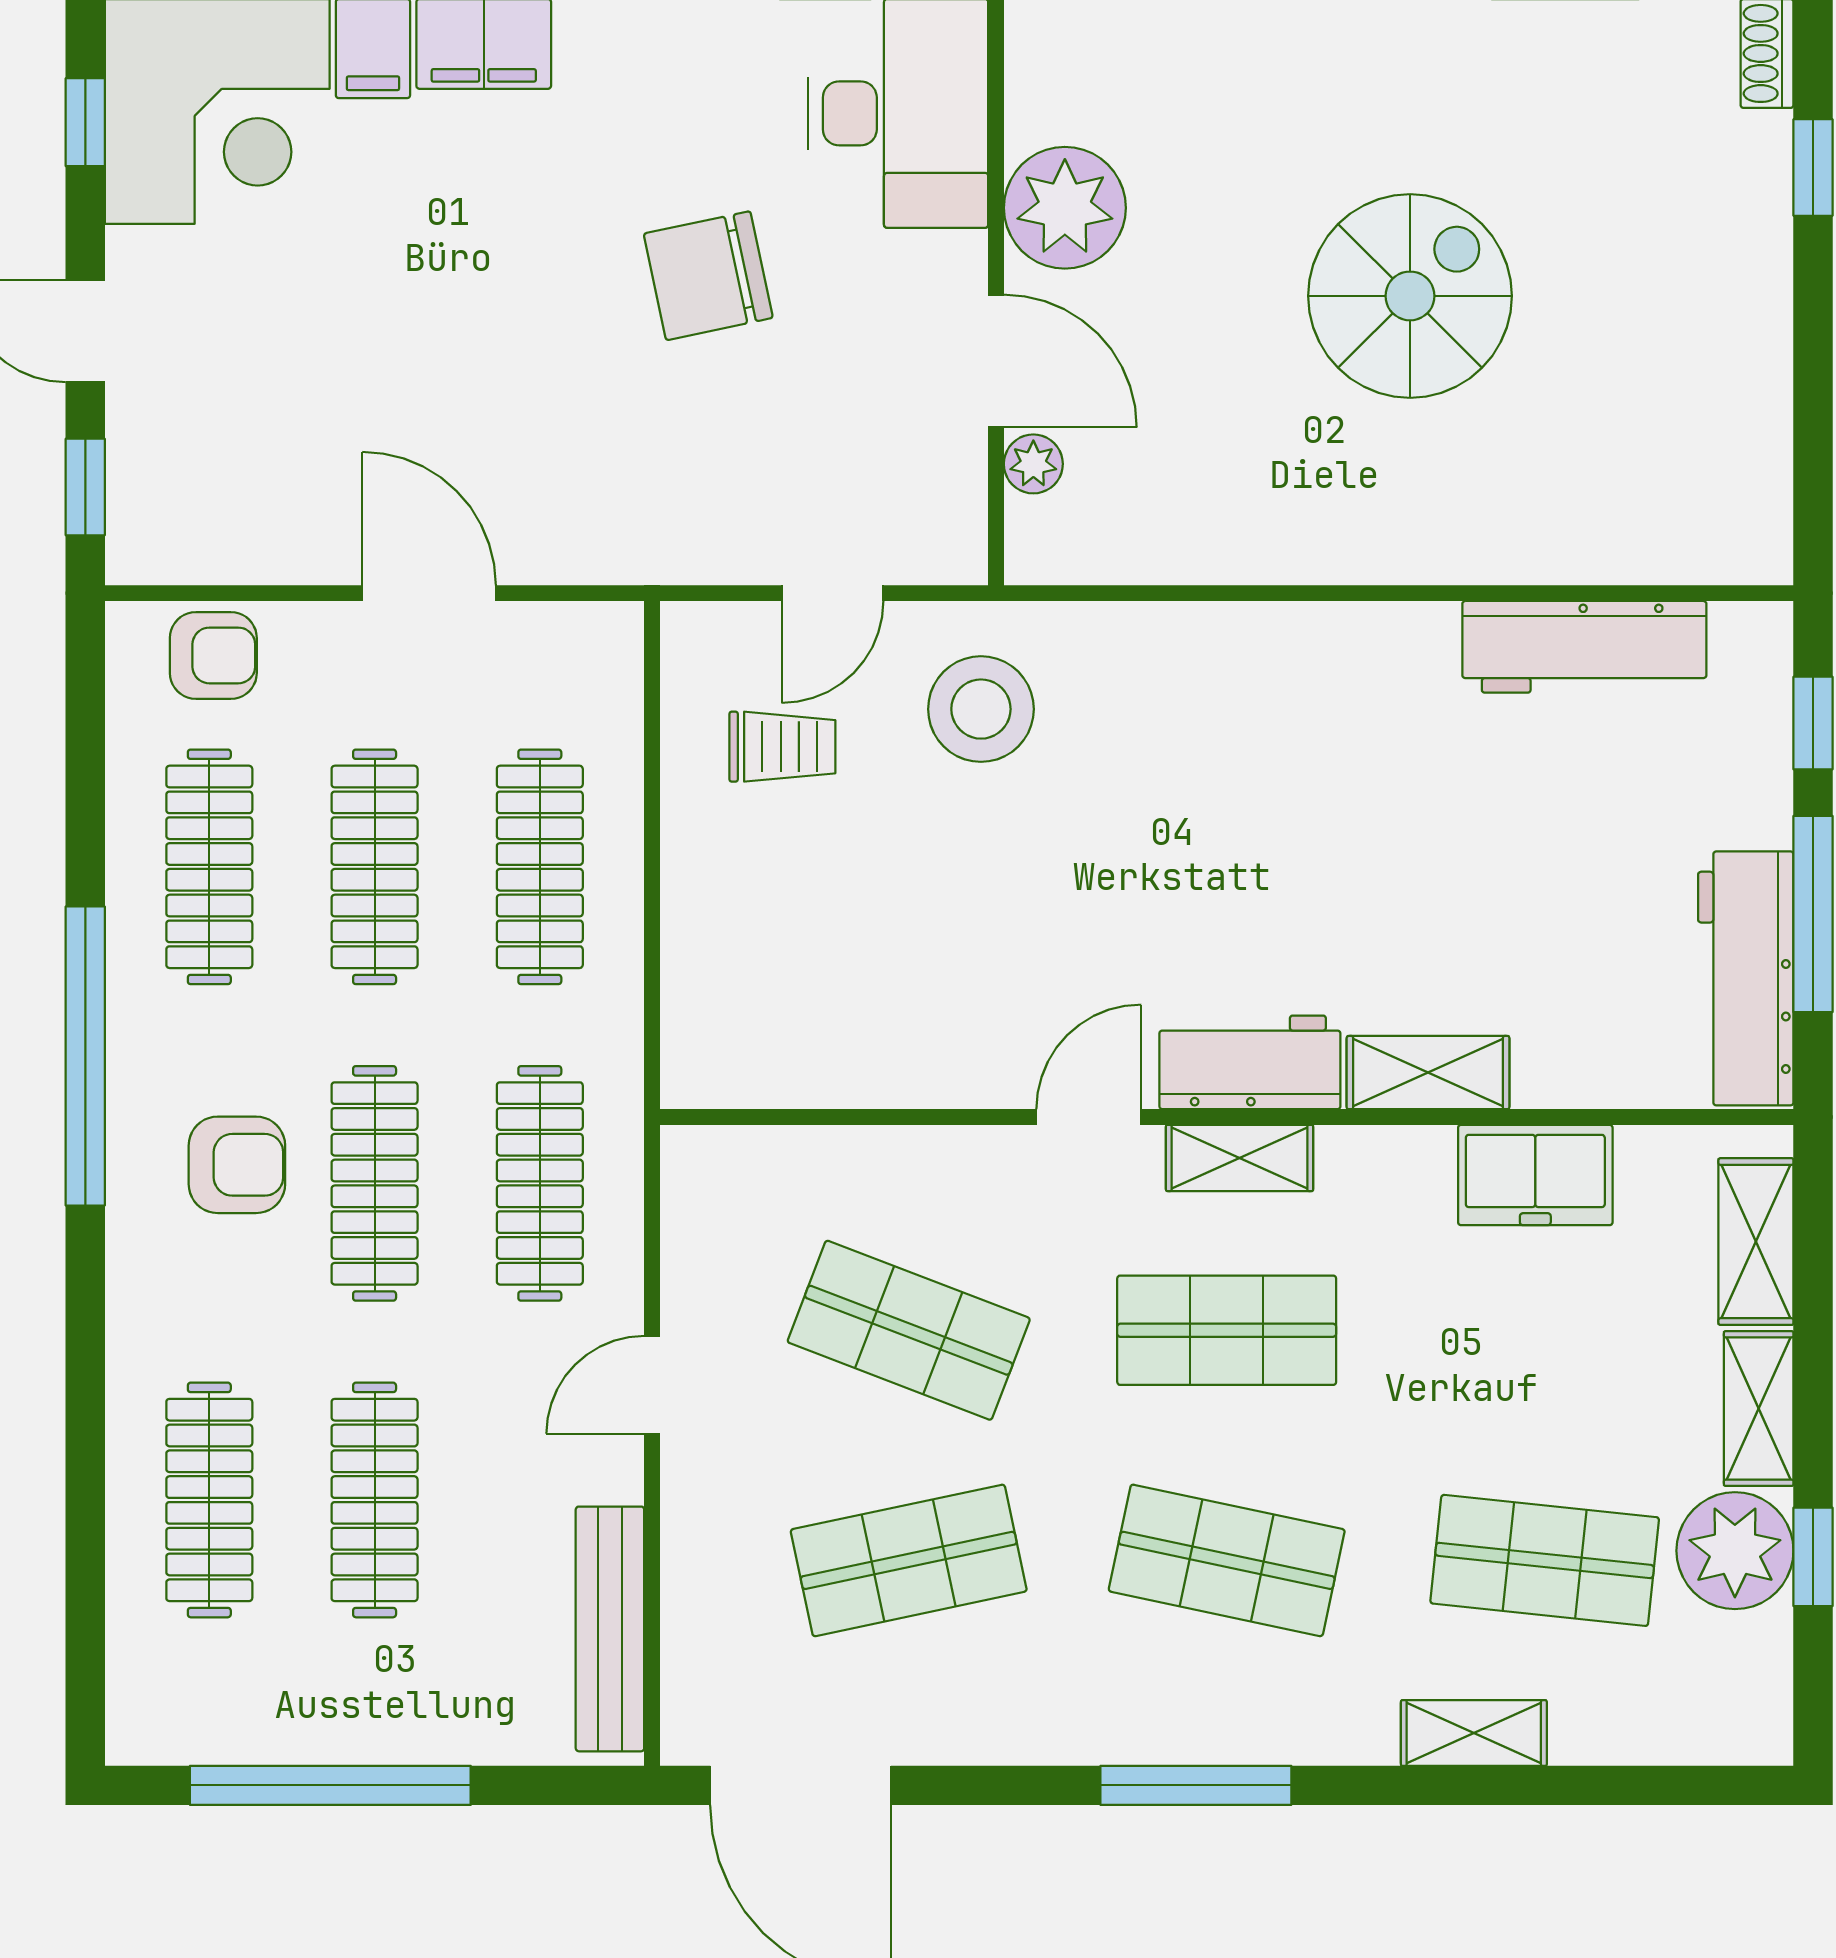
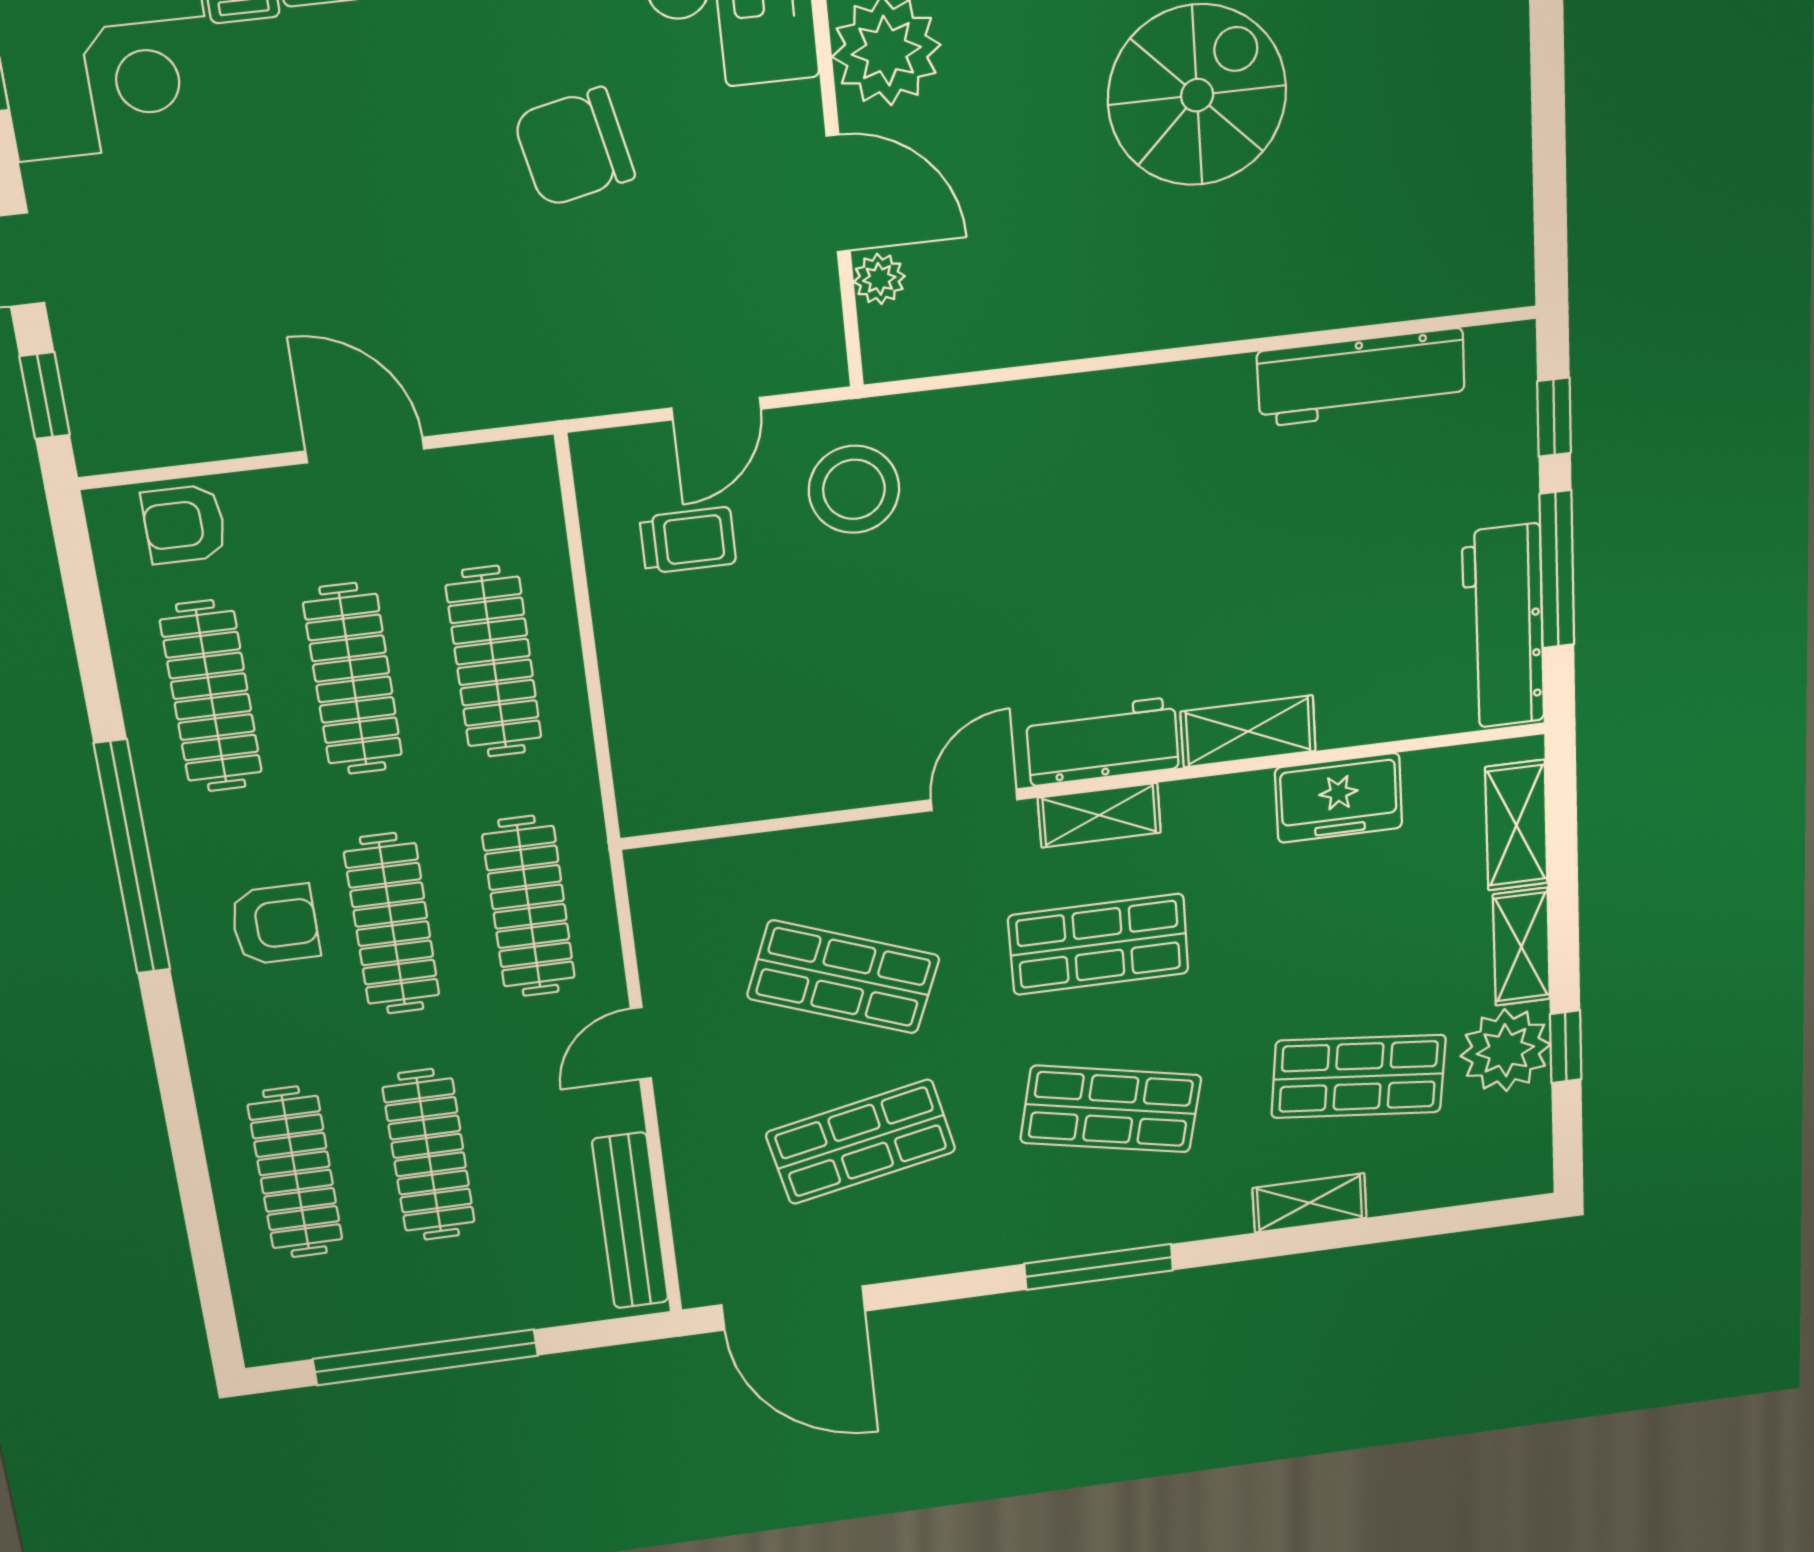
armchair: (213, 655) -> (184, 524), turned 180

